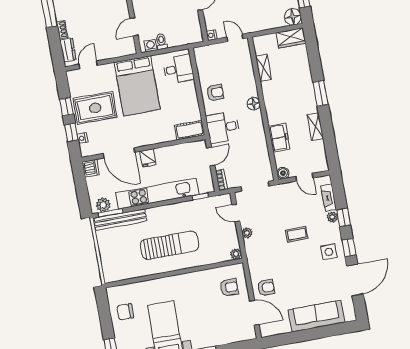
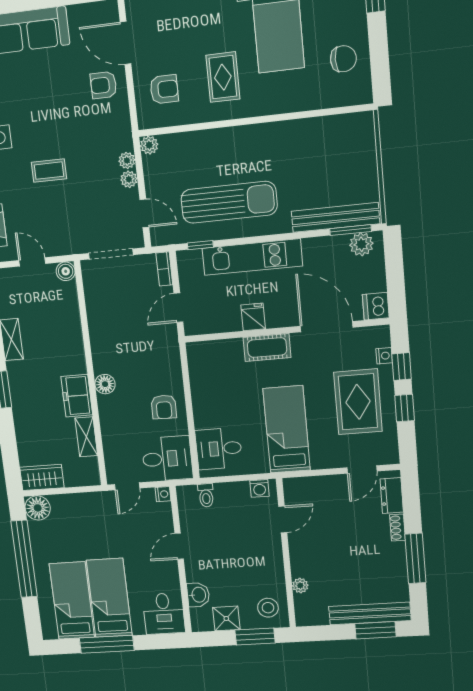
door: (235, 38) -> (127, 486), hinge flipped
toilet: (161, 42) -> (206, 495), moved
bed: (137, 86) -> (287, 429), width x0.67
armchair: (215, 93) -> (164, 407), turned -89
rug: (95, 108) -> (358, 402), turned 90
desk: (223, 127) -> (167, 459), moved
cot: (189, 130) -> (267, 348), moved
freezer: (279, 138) -> (77, 396), moved
fridge: (148, 158) -> (253, 317), moved
kitchen unit: (157, 194) -> (252, 257), width x0.73
plant: (249, 244) -> (127, 160), added
sun lounger: (170, 245) -> (229, 202), moved, turned 180
armchair: (229, 287) -> (164, 89), turned 180
rug: (195, 297) -> (223, 77), added

